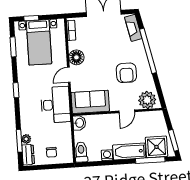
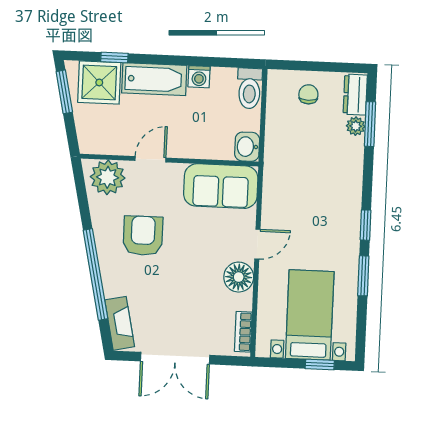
window: (13, 47) -> (363, 276), moved
desk: (55, 105) -> (290, 188), removed
window: (150, 160) -> (114, 58), width x0.46

